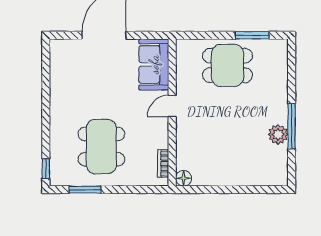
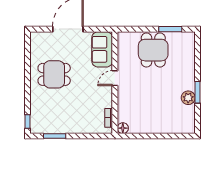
dining table: (227, 65) -> (153, 50), turned 90
window: (292, 126) -> (197, 92), width x0.69
dining table: (101, 147) -> (54, 74), moved, width x0.73

